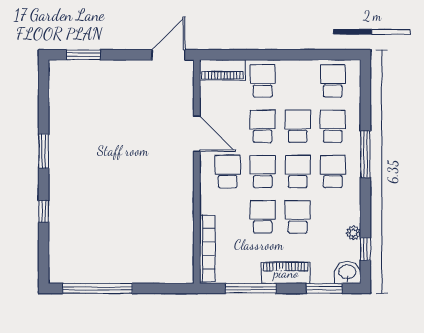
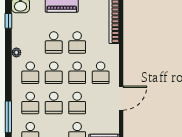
door: (197, 134) -> (121, 98), swing flipped
window: (365, 154) -> (8, 117), moved
plant: (353, 233) -> (16, 52), moved

